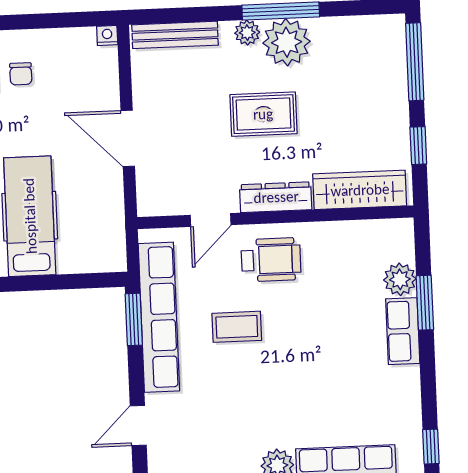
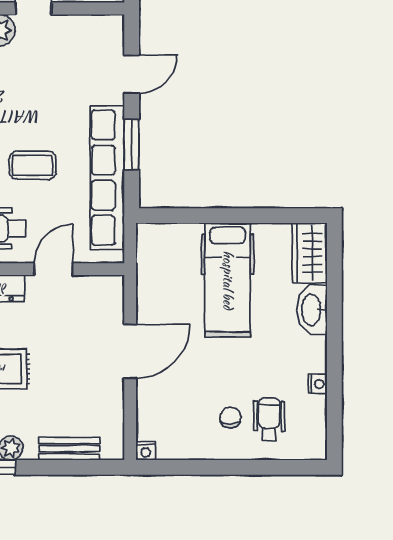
bench: (175, 35) -> (69, 449), width x0.73
door: (128, 138) -> (130, 351), hinge flipped
window: (134, 319) -> (132, 144), moved

